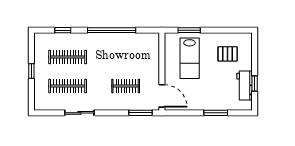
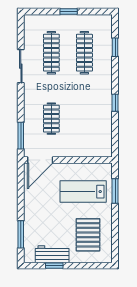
window: (112, 30) -> (115, 103), width x0.32
pallet: (228, 54) -> (88, 235), width x1.50, depth x1.42
window: (216, 113) -> (21, 234), moved

